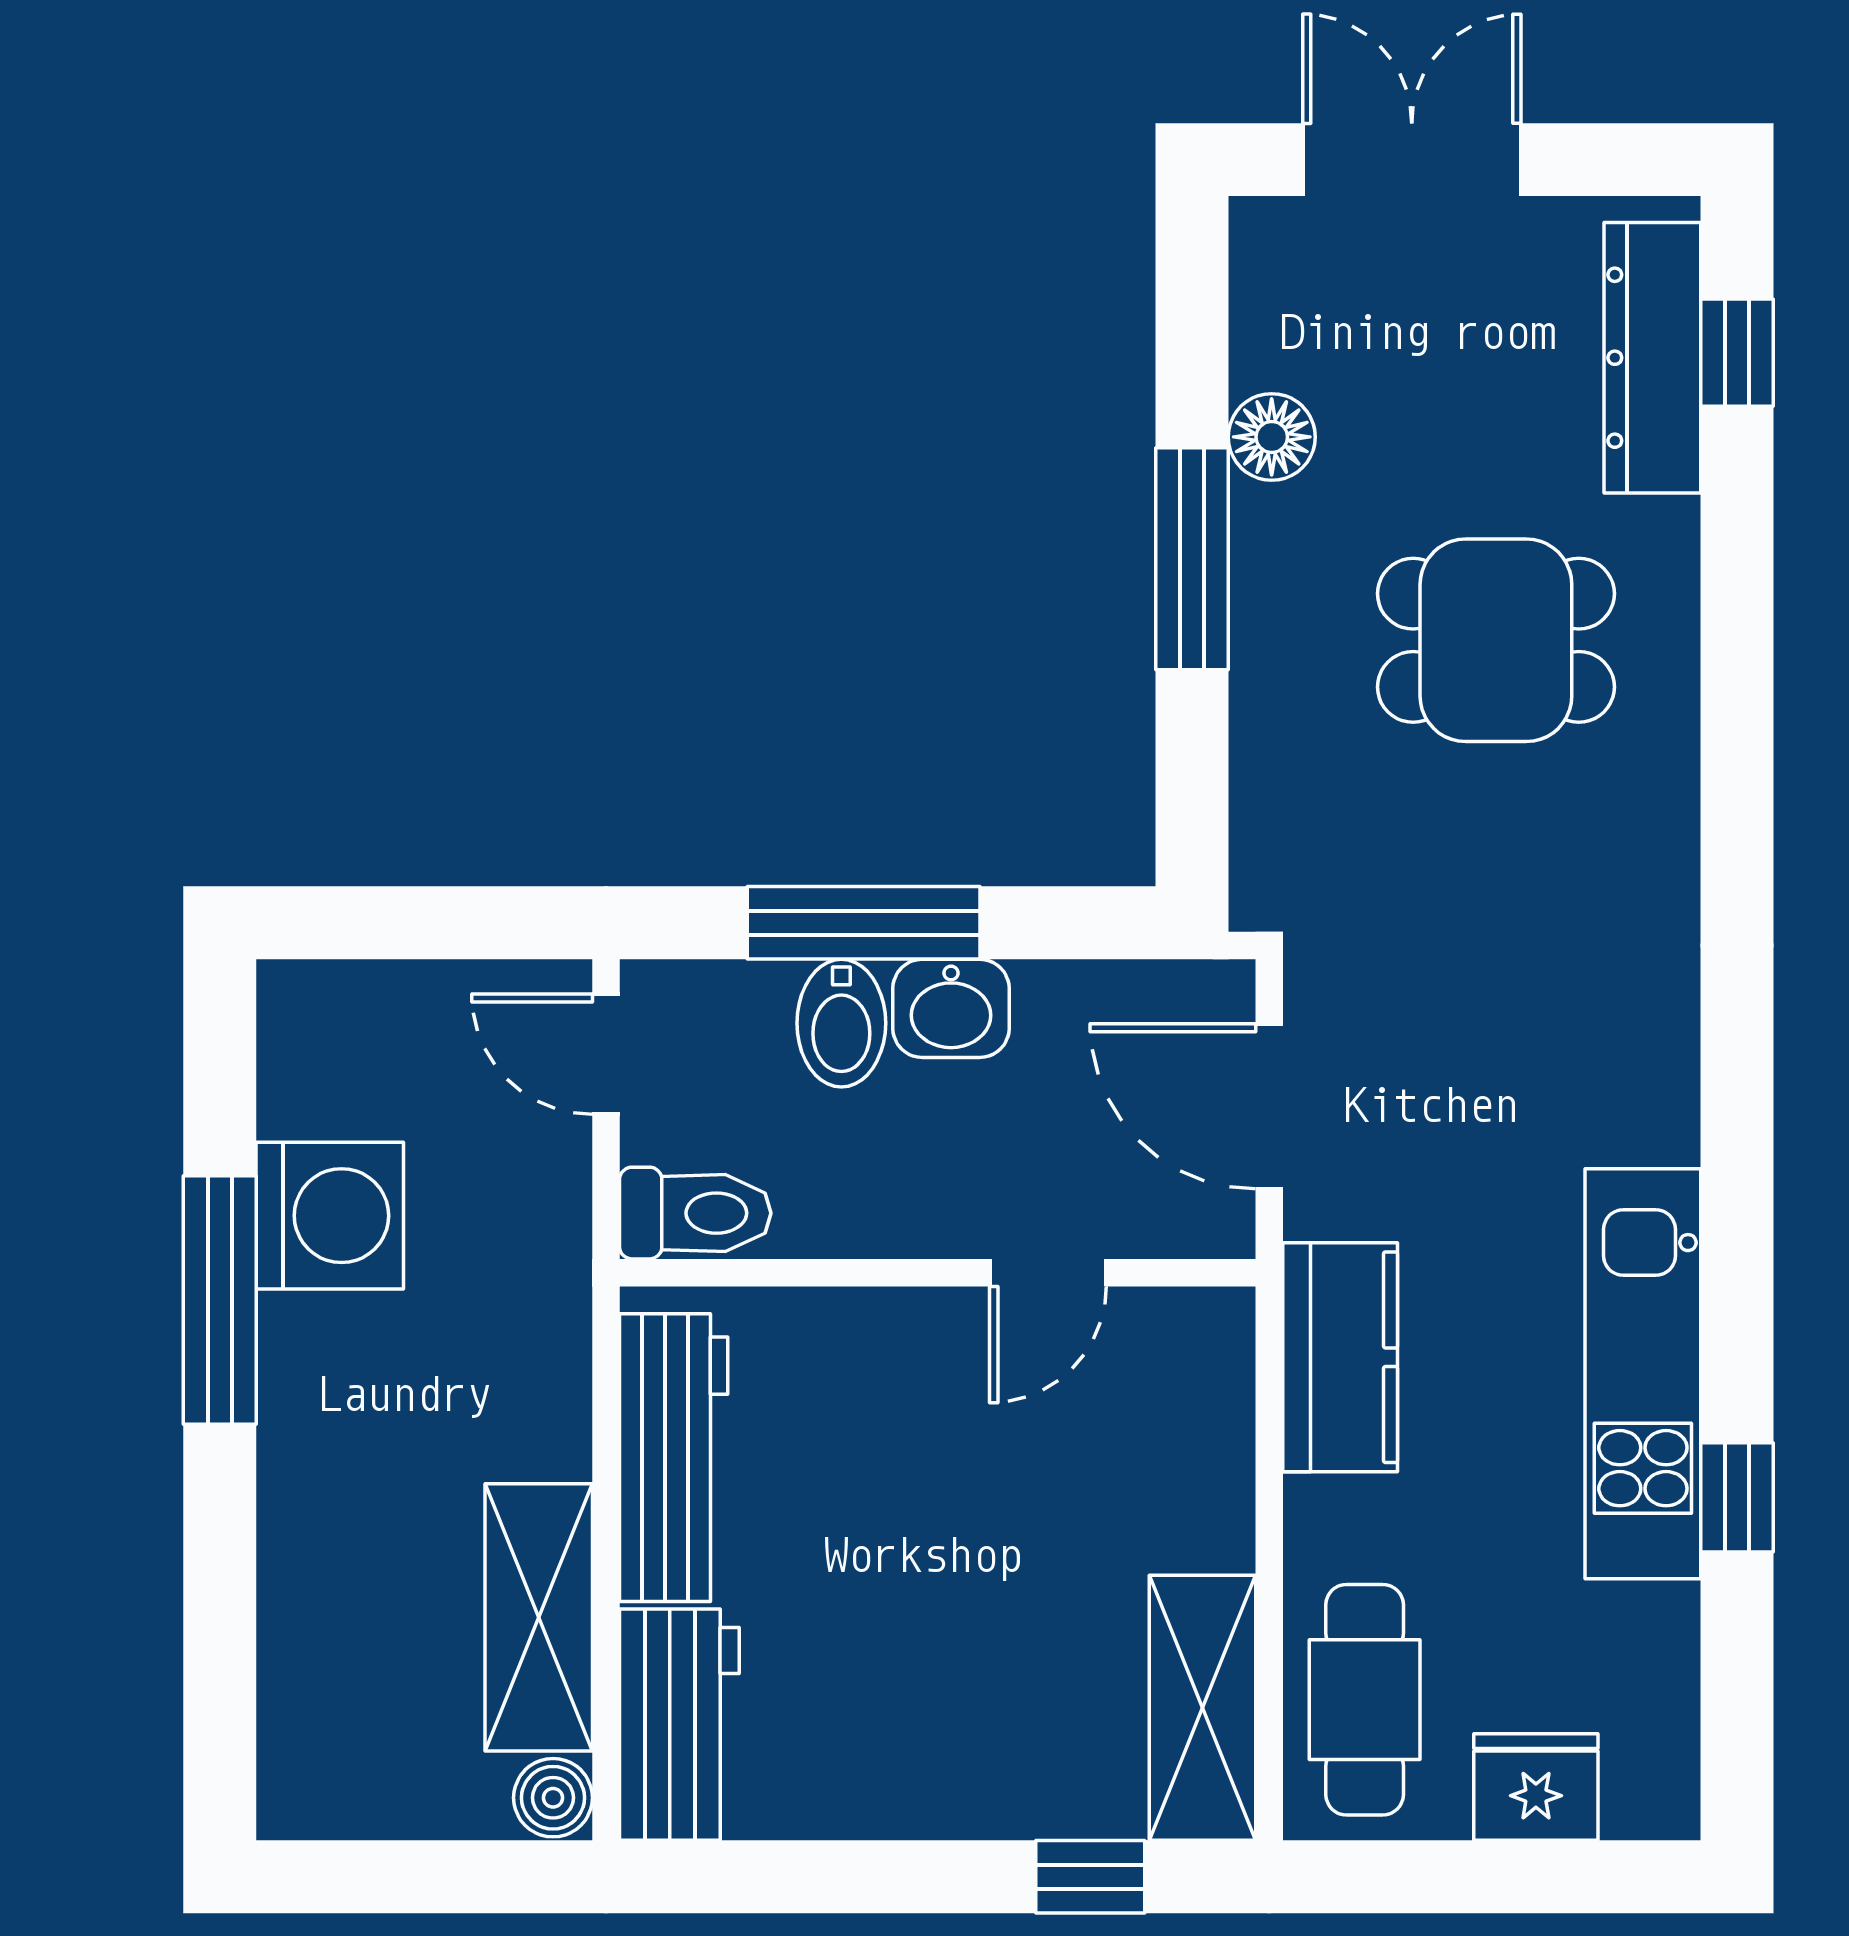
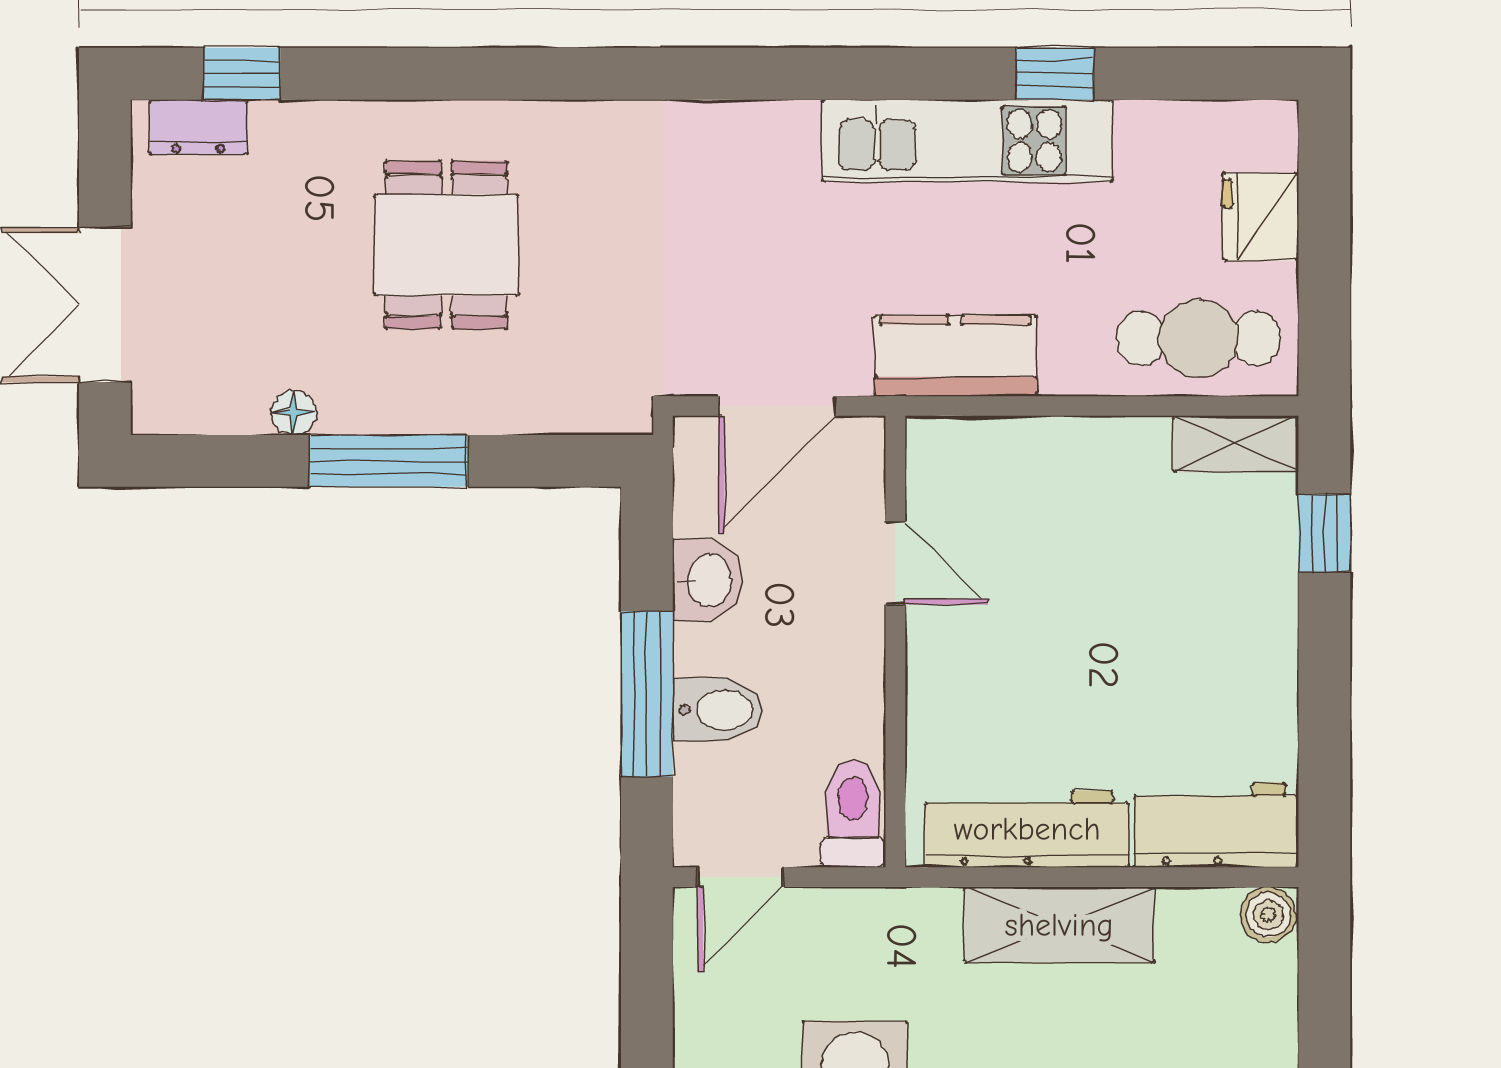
dresser: (1652, 358) -> (198, 127), width x0.51, depth x0.80
floor lamp: (1272, 437) -> (294, 413), width x0.73, depth x0.73
washbasin: (951, 1008) -> (708, 580), moved
shelving: (539, 1617) -> (1059, 925), moved
shelving: (1202, 1708) -> (1236, 444), width x0.67, depth x0.75

